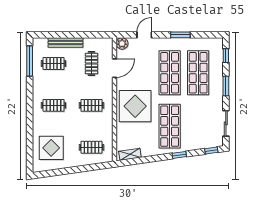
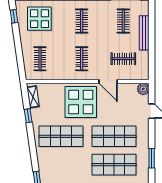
window: (180, 35) -> (152, 158), moved
door: (114, 68) -> (108, 81), moved
window: (179, 155) -> (28, 116), moved
window: (49, 173) -> (14, 16), added

